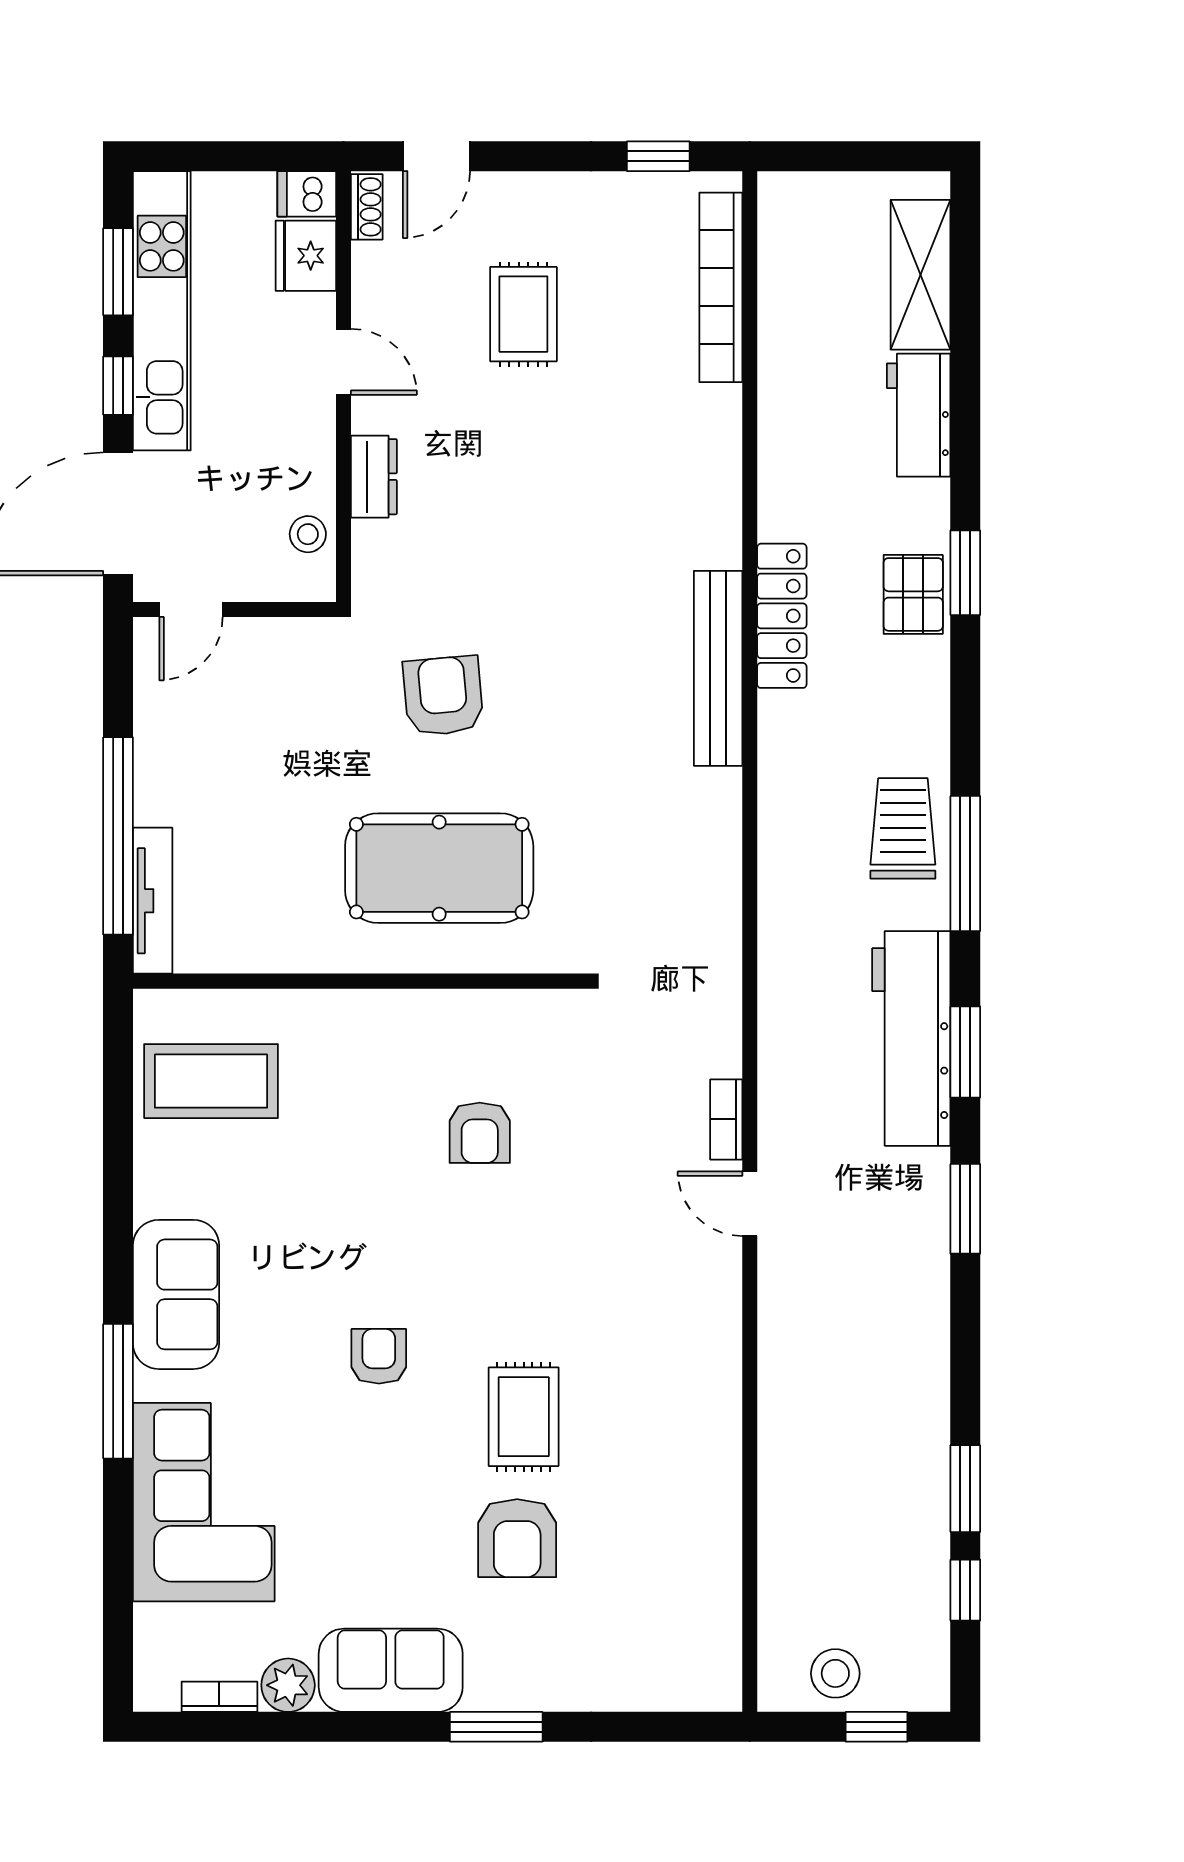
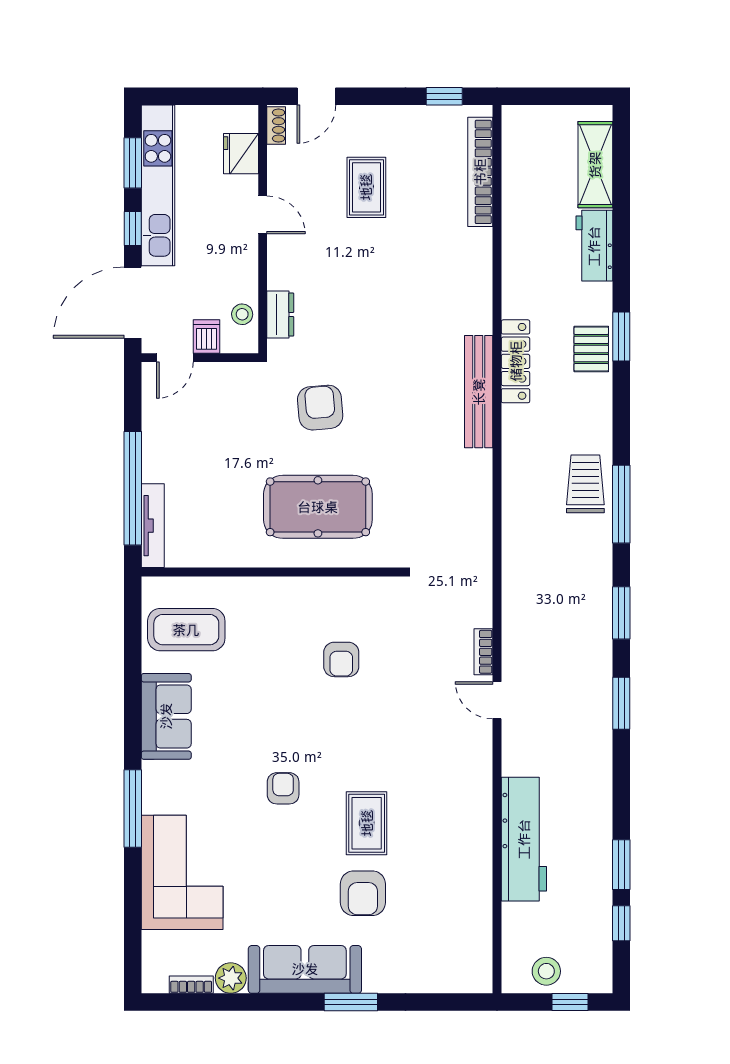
dishwasher: (307, 194) -> (206, 337), moved, turned 90
dresser: (374, 477) -> (280, 315), moved
workbench: (911, 1038) -> (524, 839), moved, turned 180
sofa: (176, 1294) -> (166, 716), moved
sofa: (391, 1670) -> (305, 969), width x1.36

